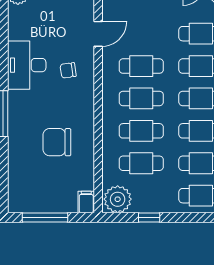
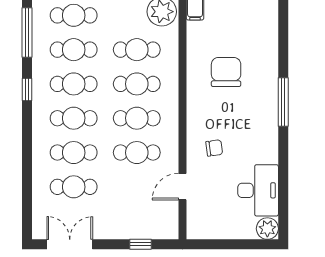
desk: (27, 65) -> (258, 190), moved
chair: (57, 142) -> (226, 72), turned -90

